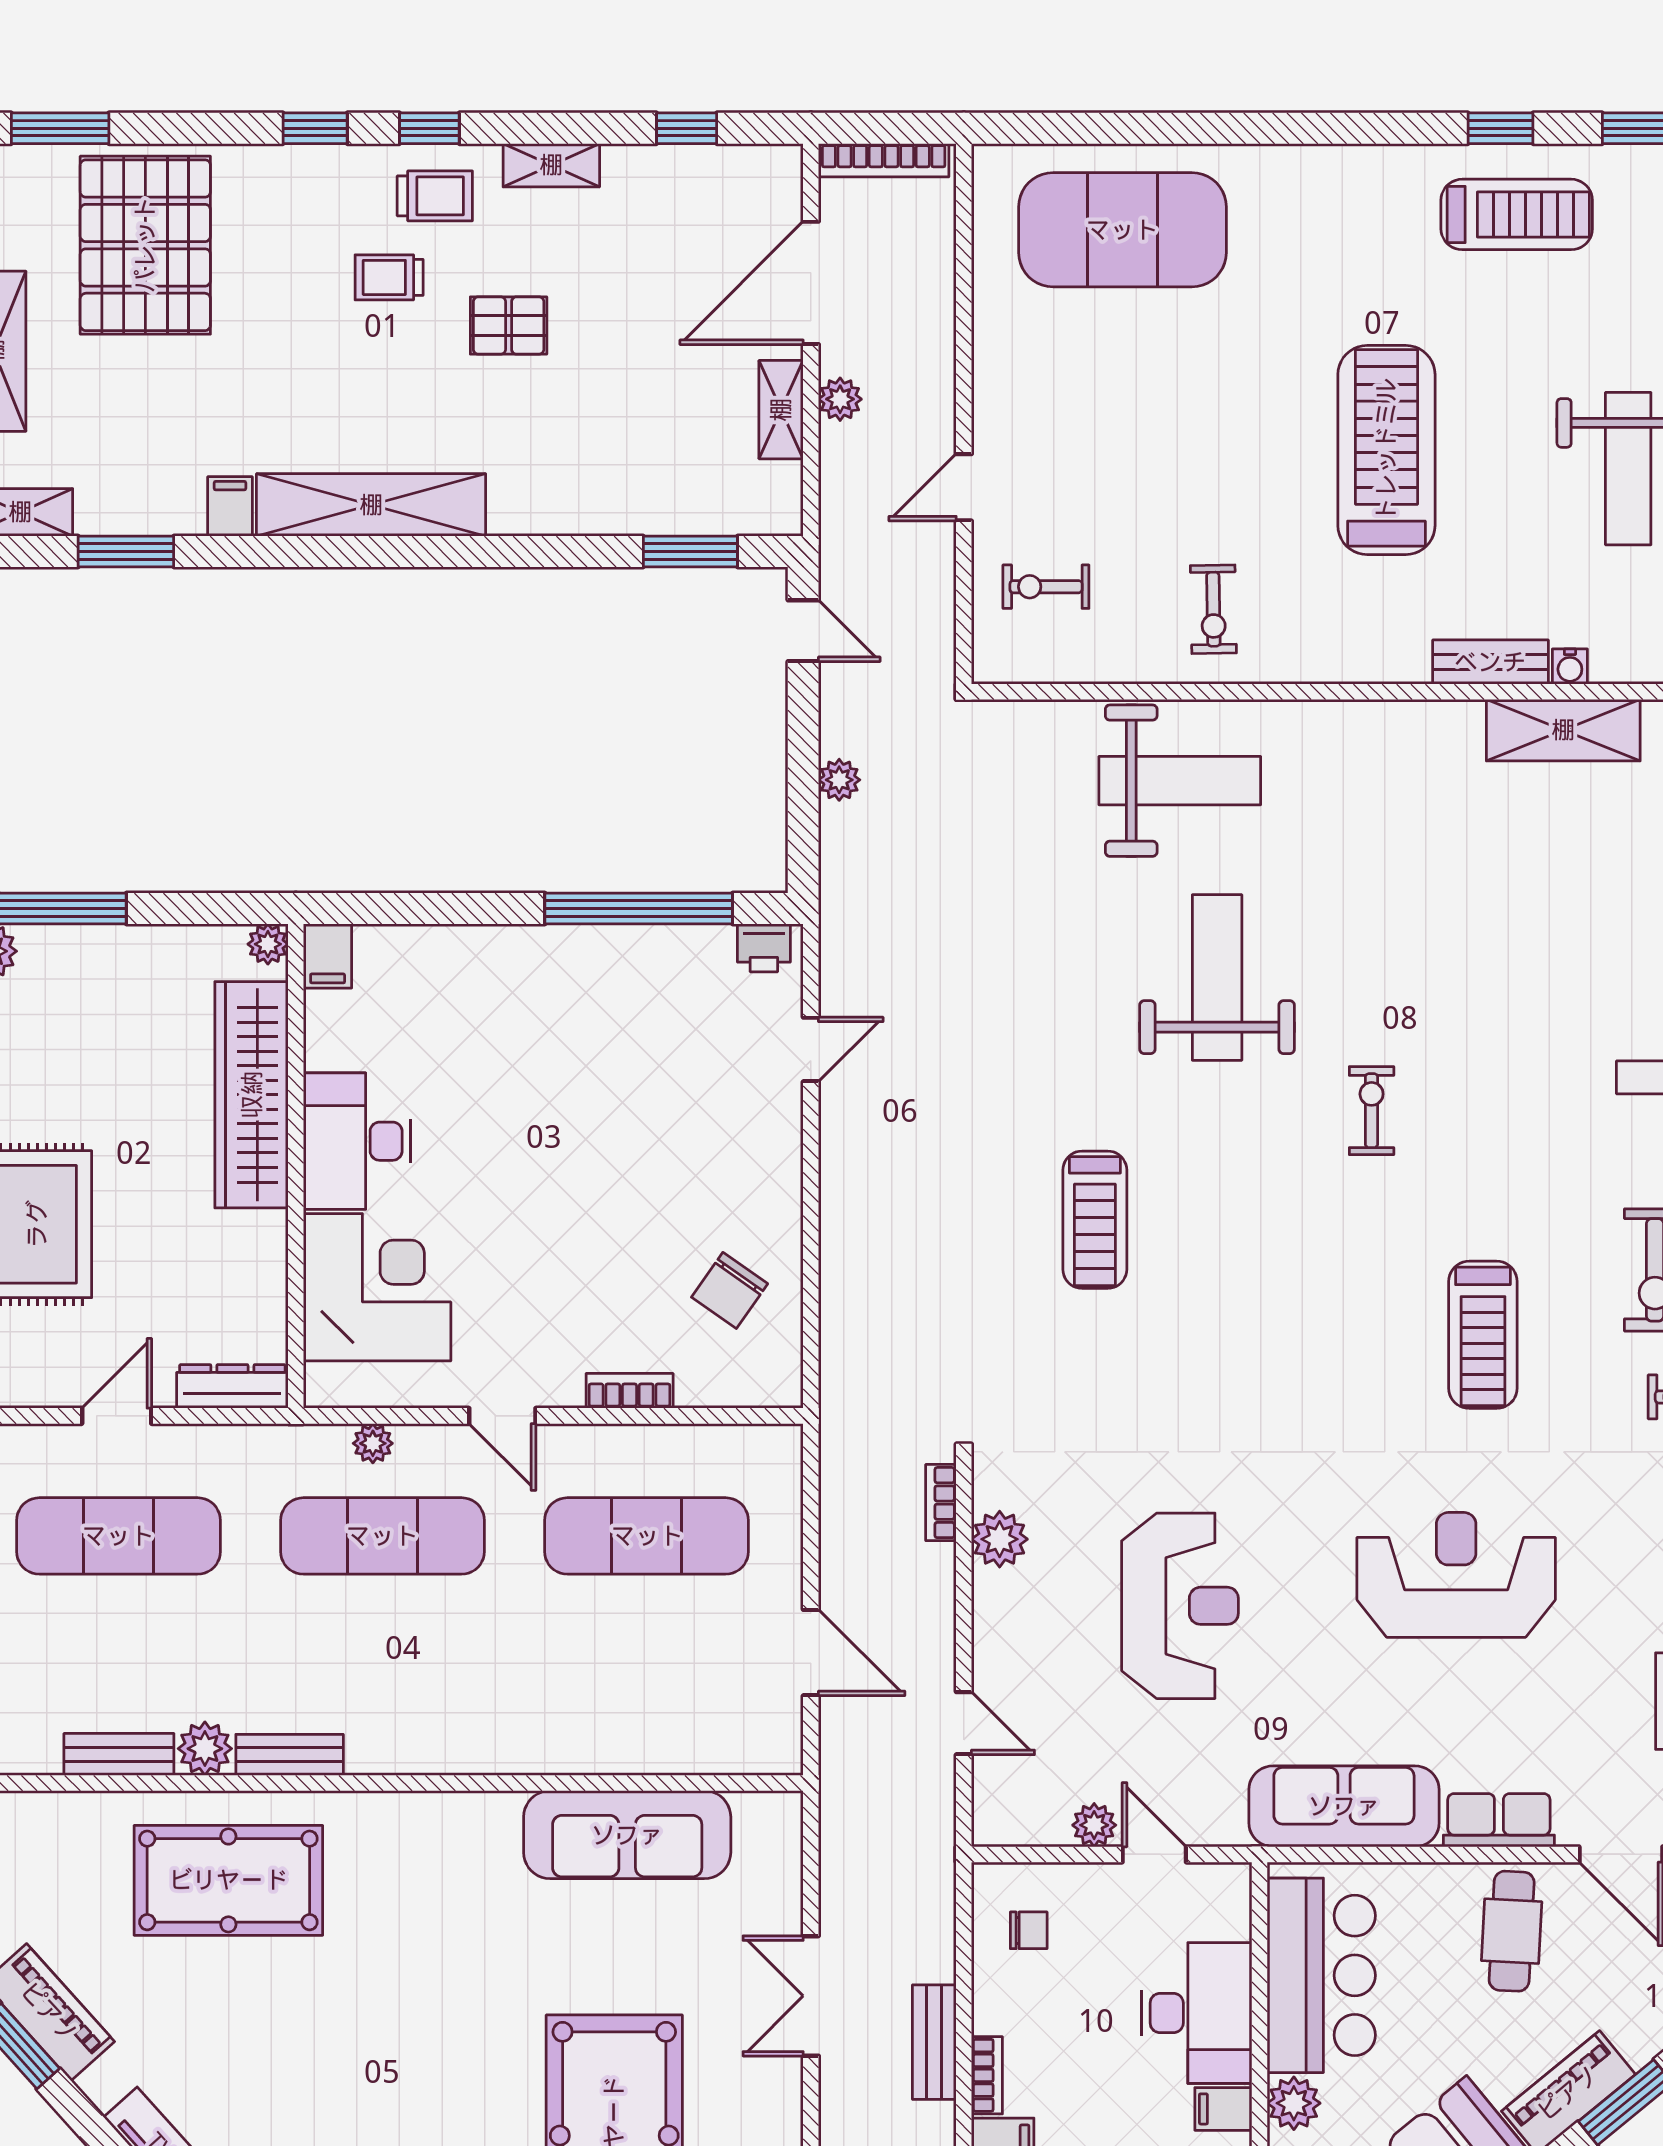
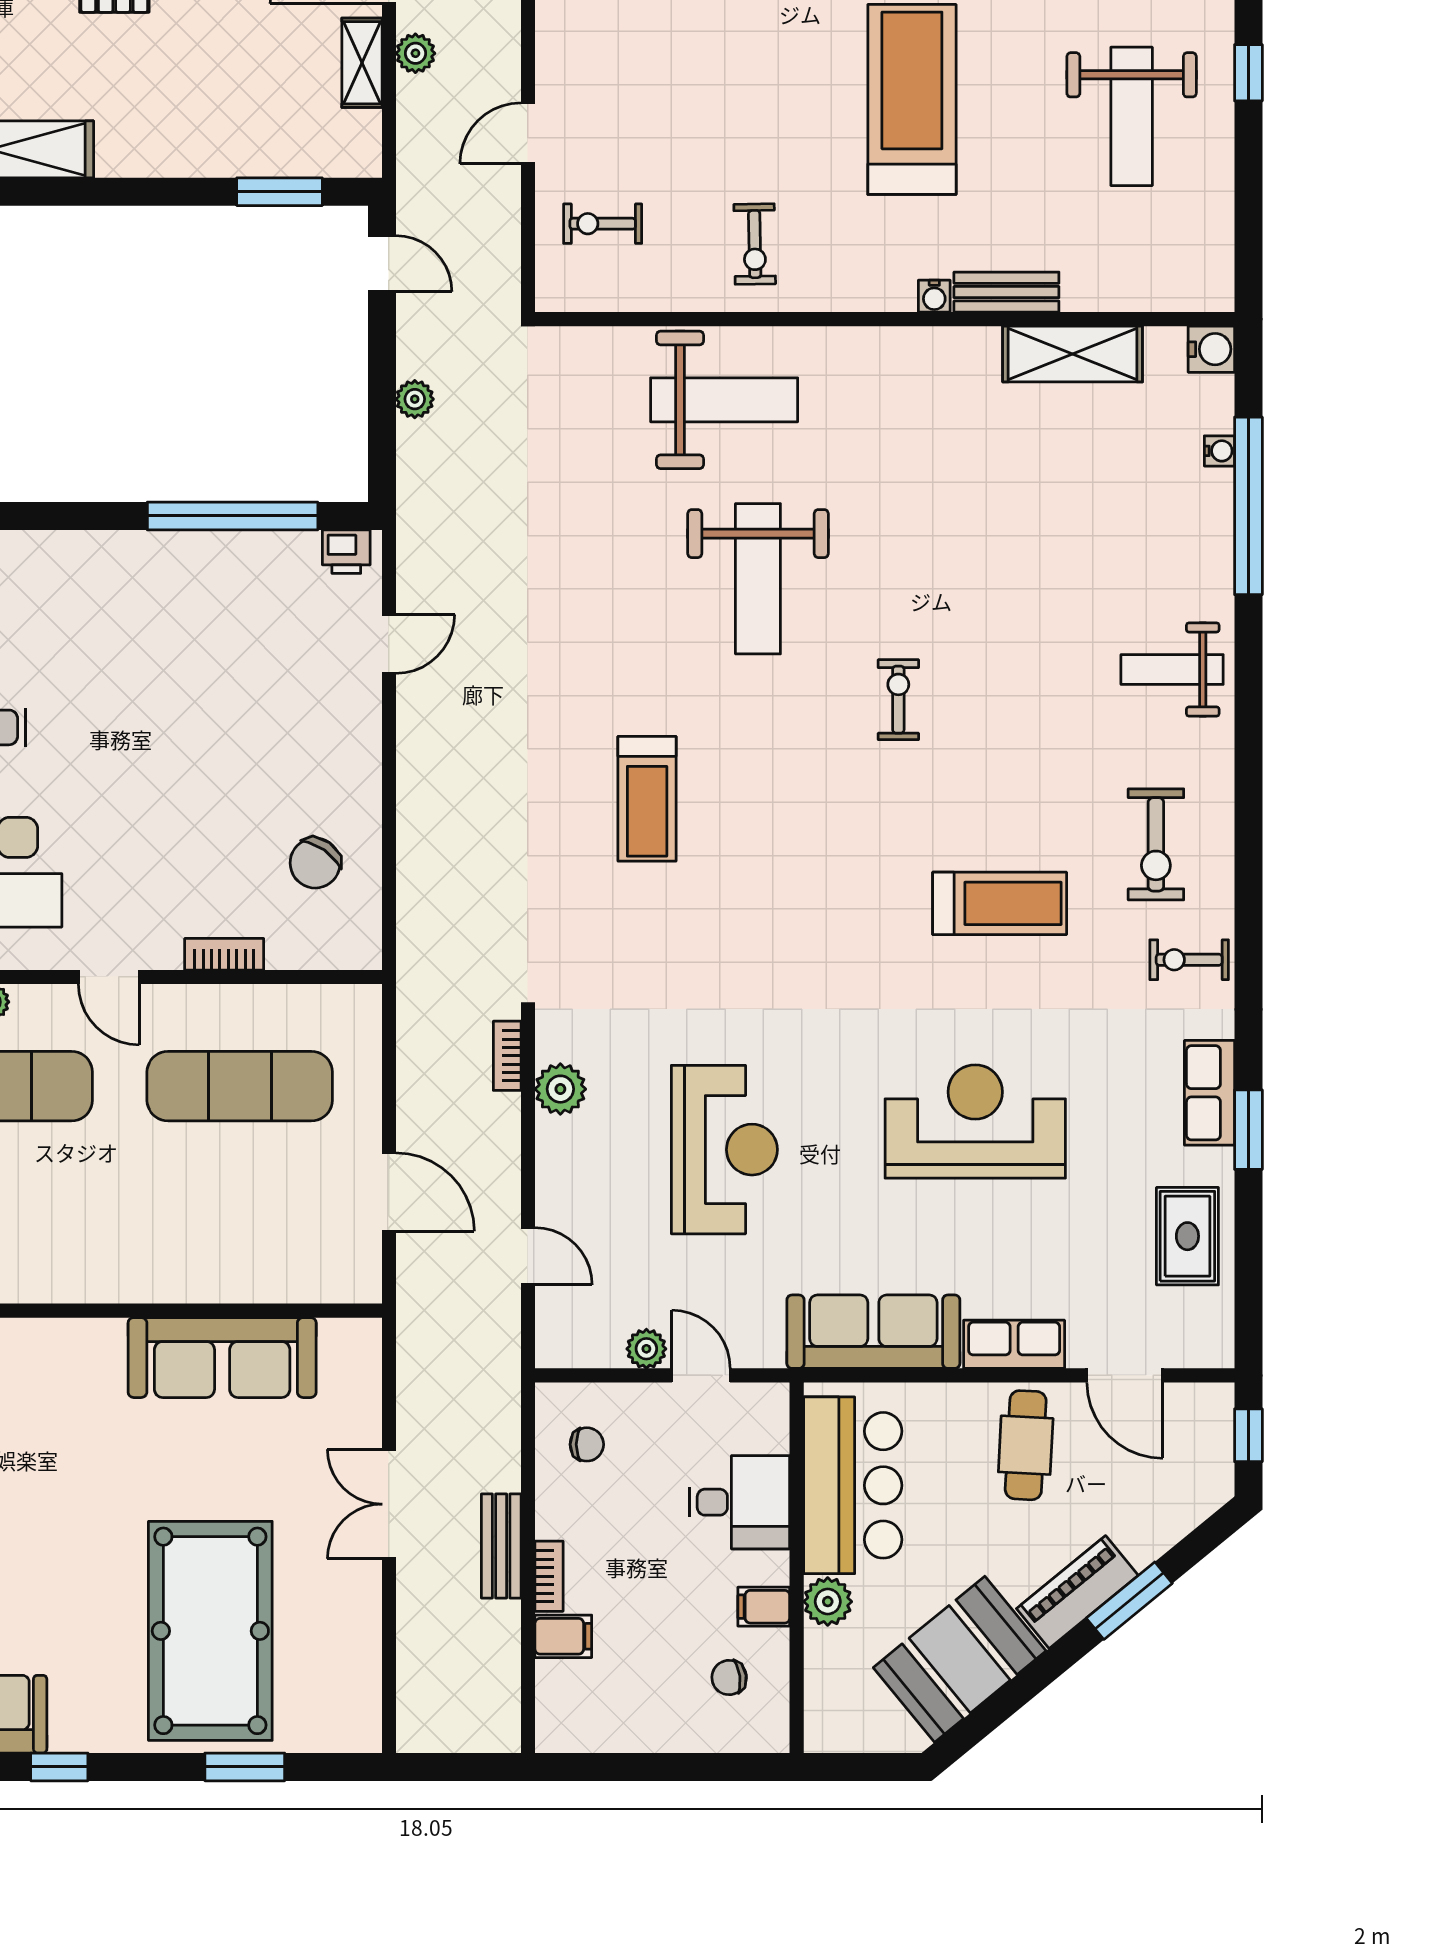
water cooler: (1570, 667) -> (934, 296), moved
weight bench: (1217, 978) -> (758, 579), turned 180
treadmill: (1483, 1335) -> (1000, 903), turned -90
desk: (1197, 2013) -> (739, 1502), width x0.73

